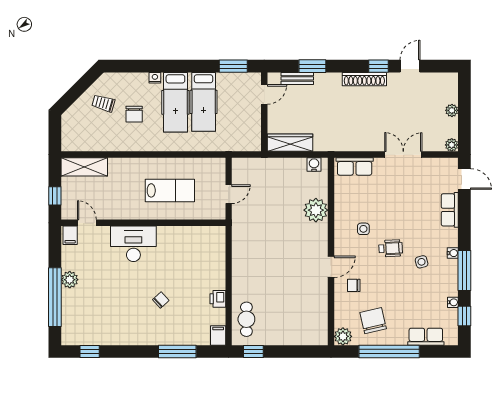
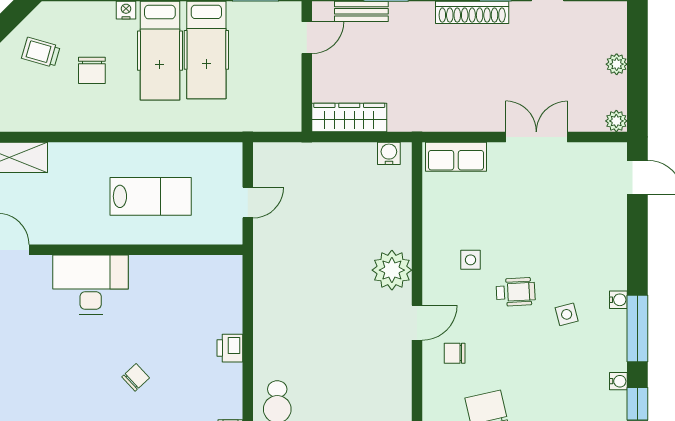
plant: (316, 210) -> (392, 270), moved
row of seats: (450, 210) -> (613, 228), removed
printer: (218, 299) -> (230, 348), moved

